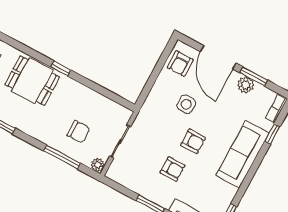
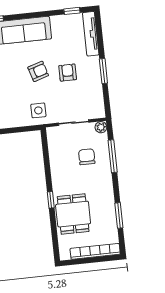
side table: (186, 104) -> (38, 110), moved
armchair: (193, 141) -> (38, 71), turned 73

